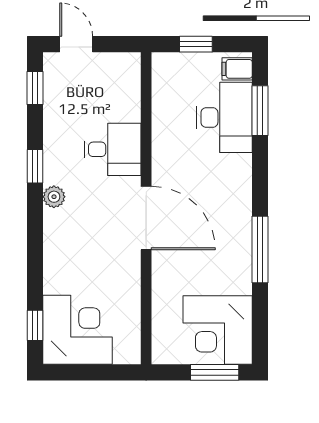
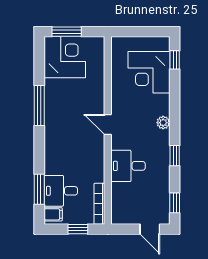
bookcase: (160, 86) -> (99, 204), added
desk: (224, 117) -> (61, 191), width x0.73
plant: (54, 197) -> (163, 123), moved
door: (146, 218) -> (108, 125), width x0.53
corner desk: (78, 330) -> (149, 72), moved

